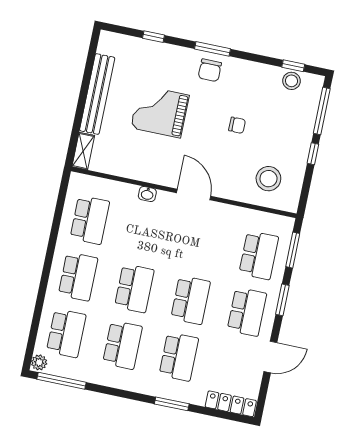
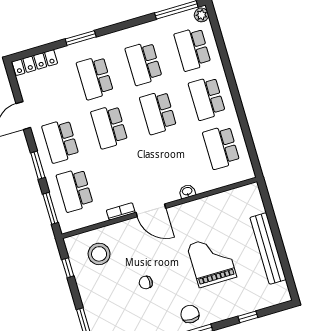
grand piano: (160, 111) -> (212, 261), turned -90
shelving: (83, 151) -> (255, 198), removed
window: (313, 154) -> (68, 268), moved
bookcase: (224, 209) -> (121, 211), added

